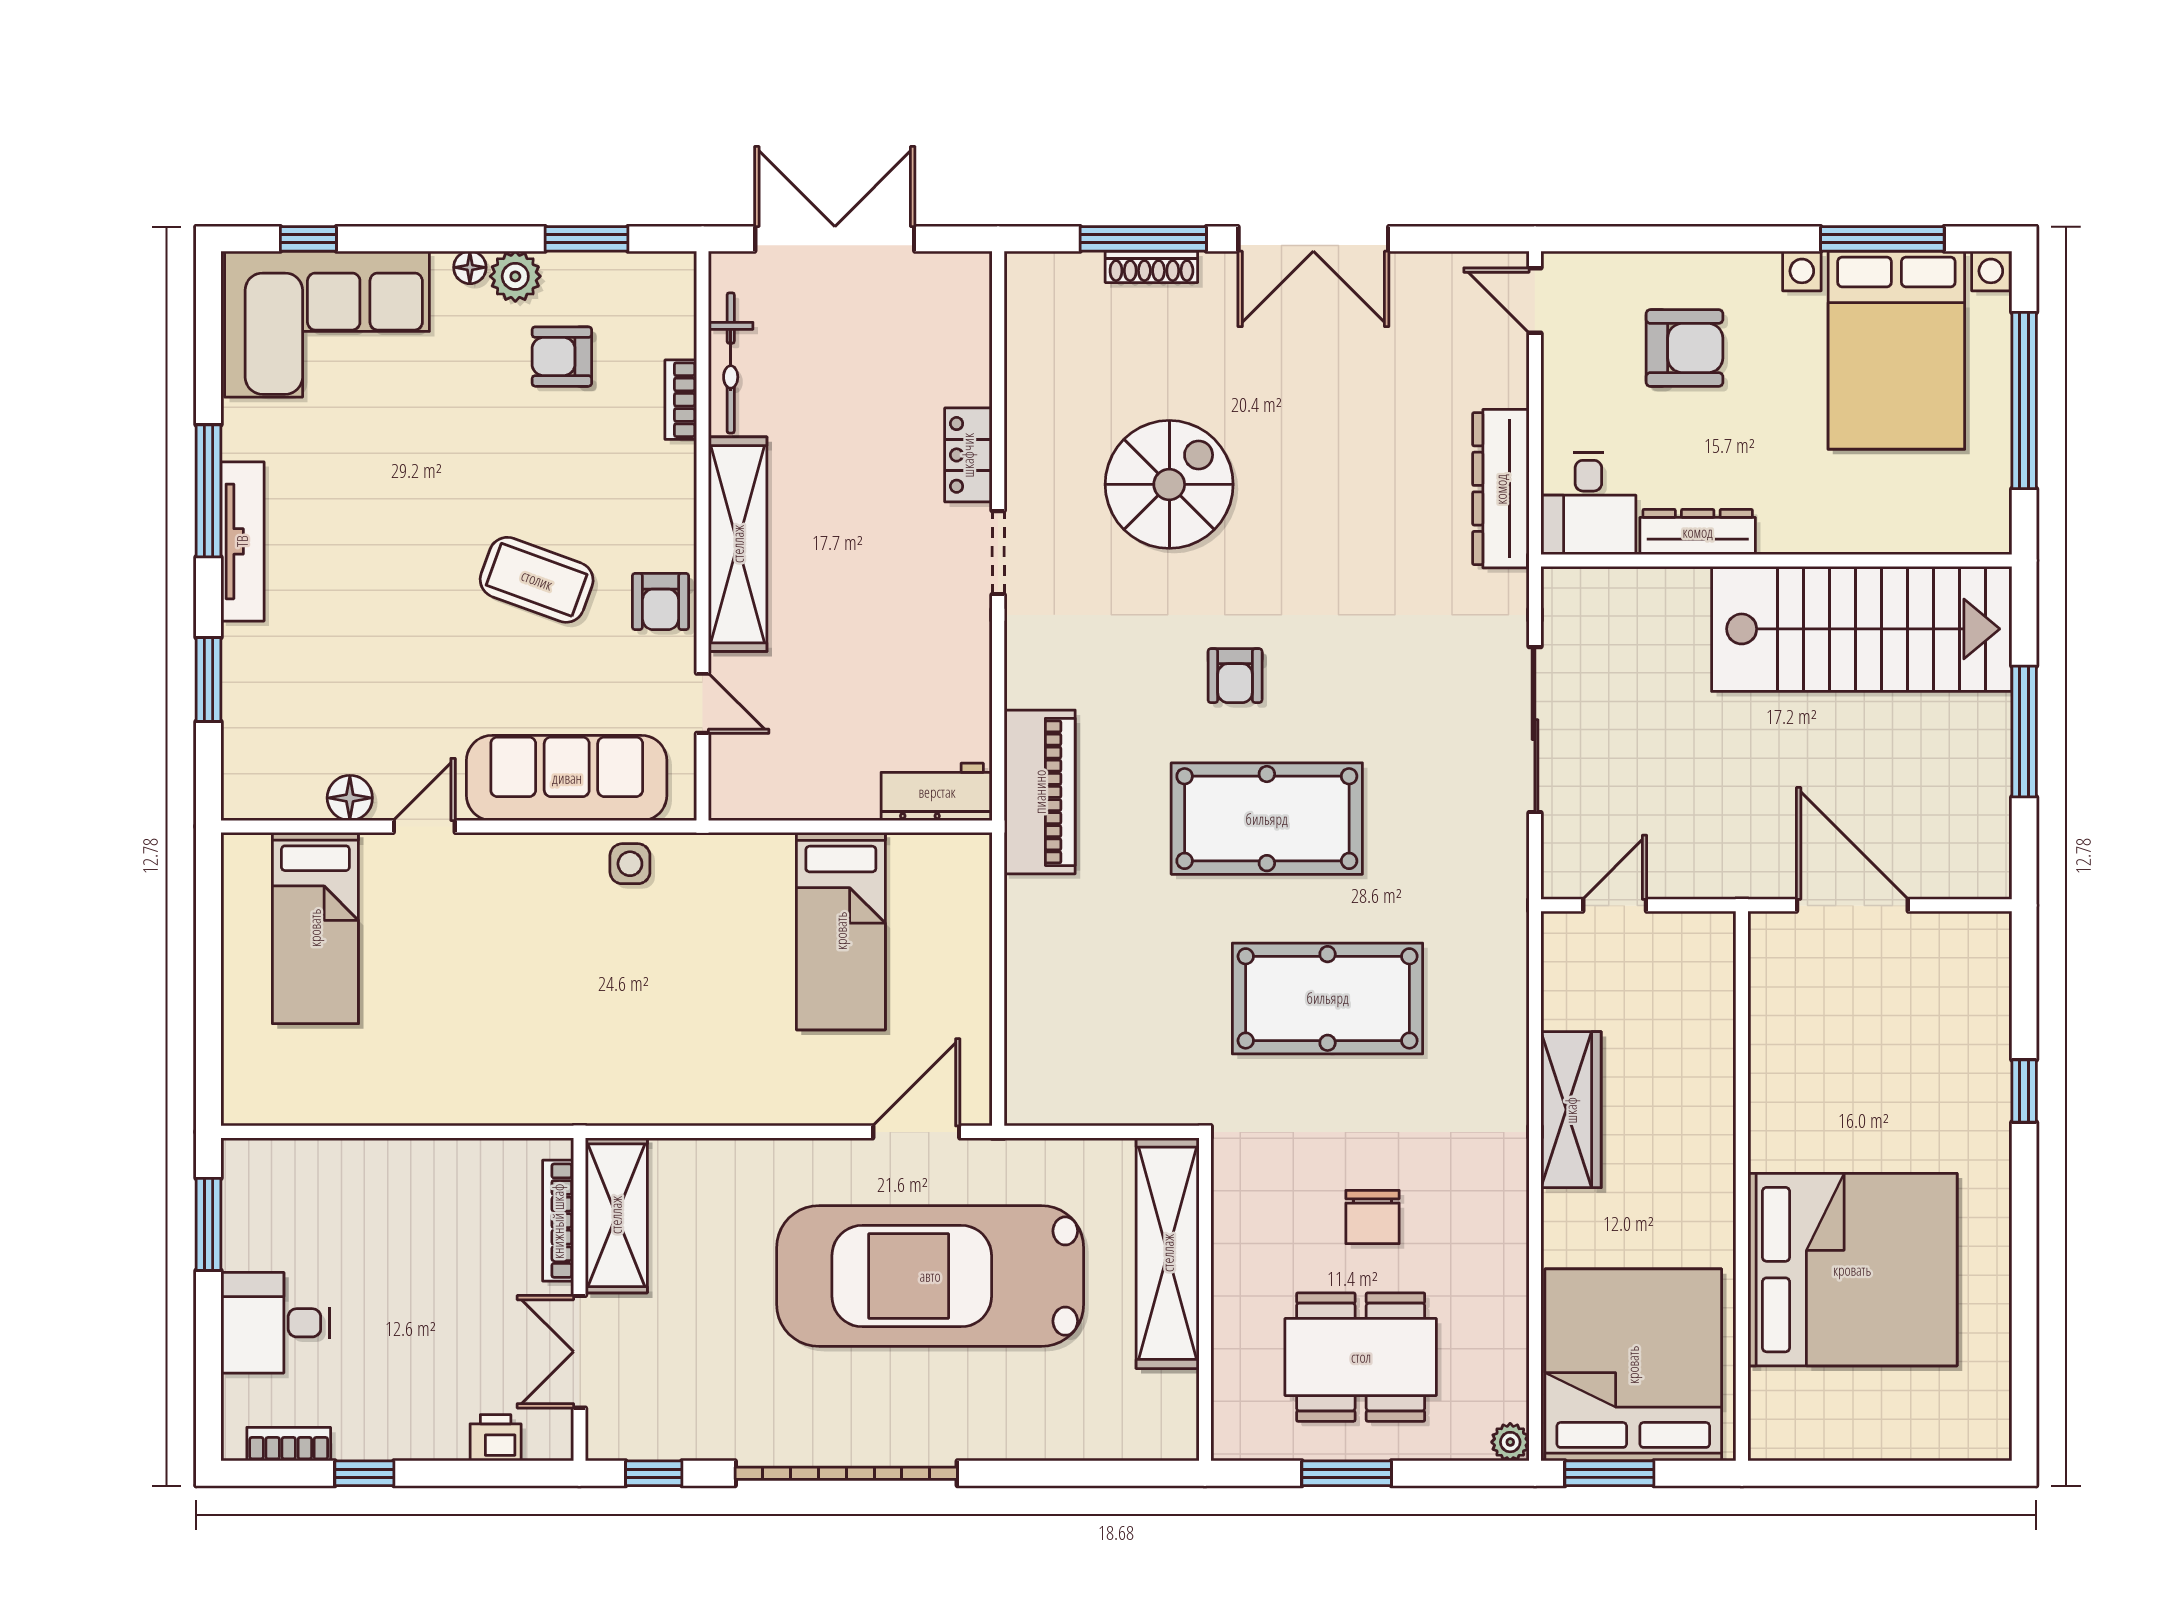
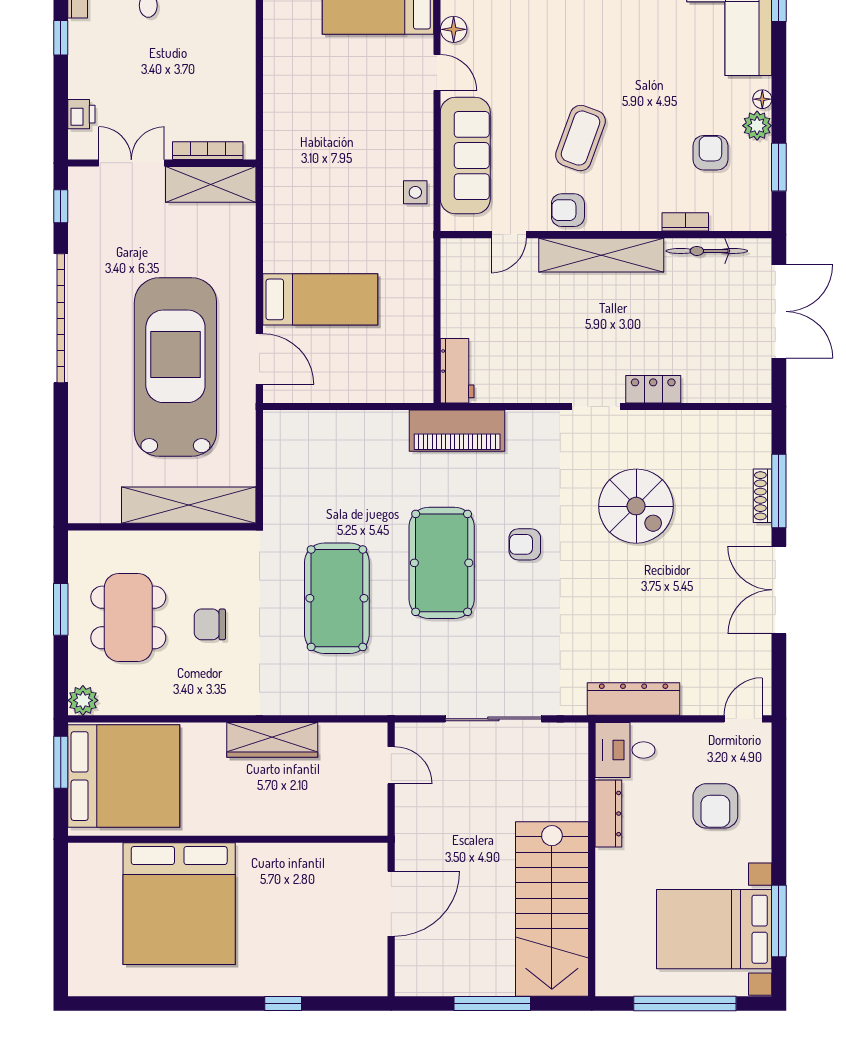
bed: (841, 931) -> (320, 299), moved, turned 180
plant: (1510, 1442) -> (83, 700), width x1.38, depth x1.38

